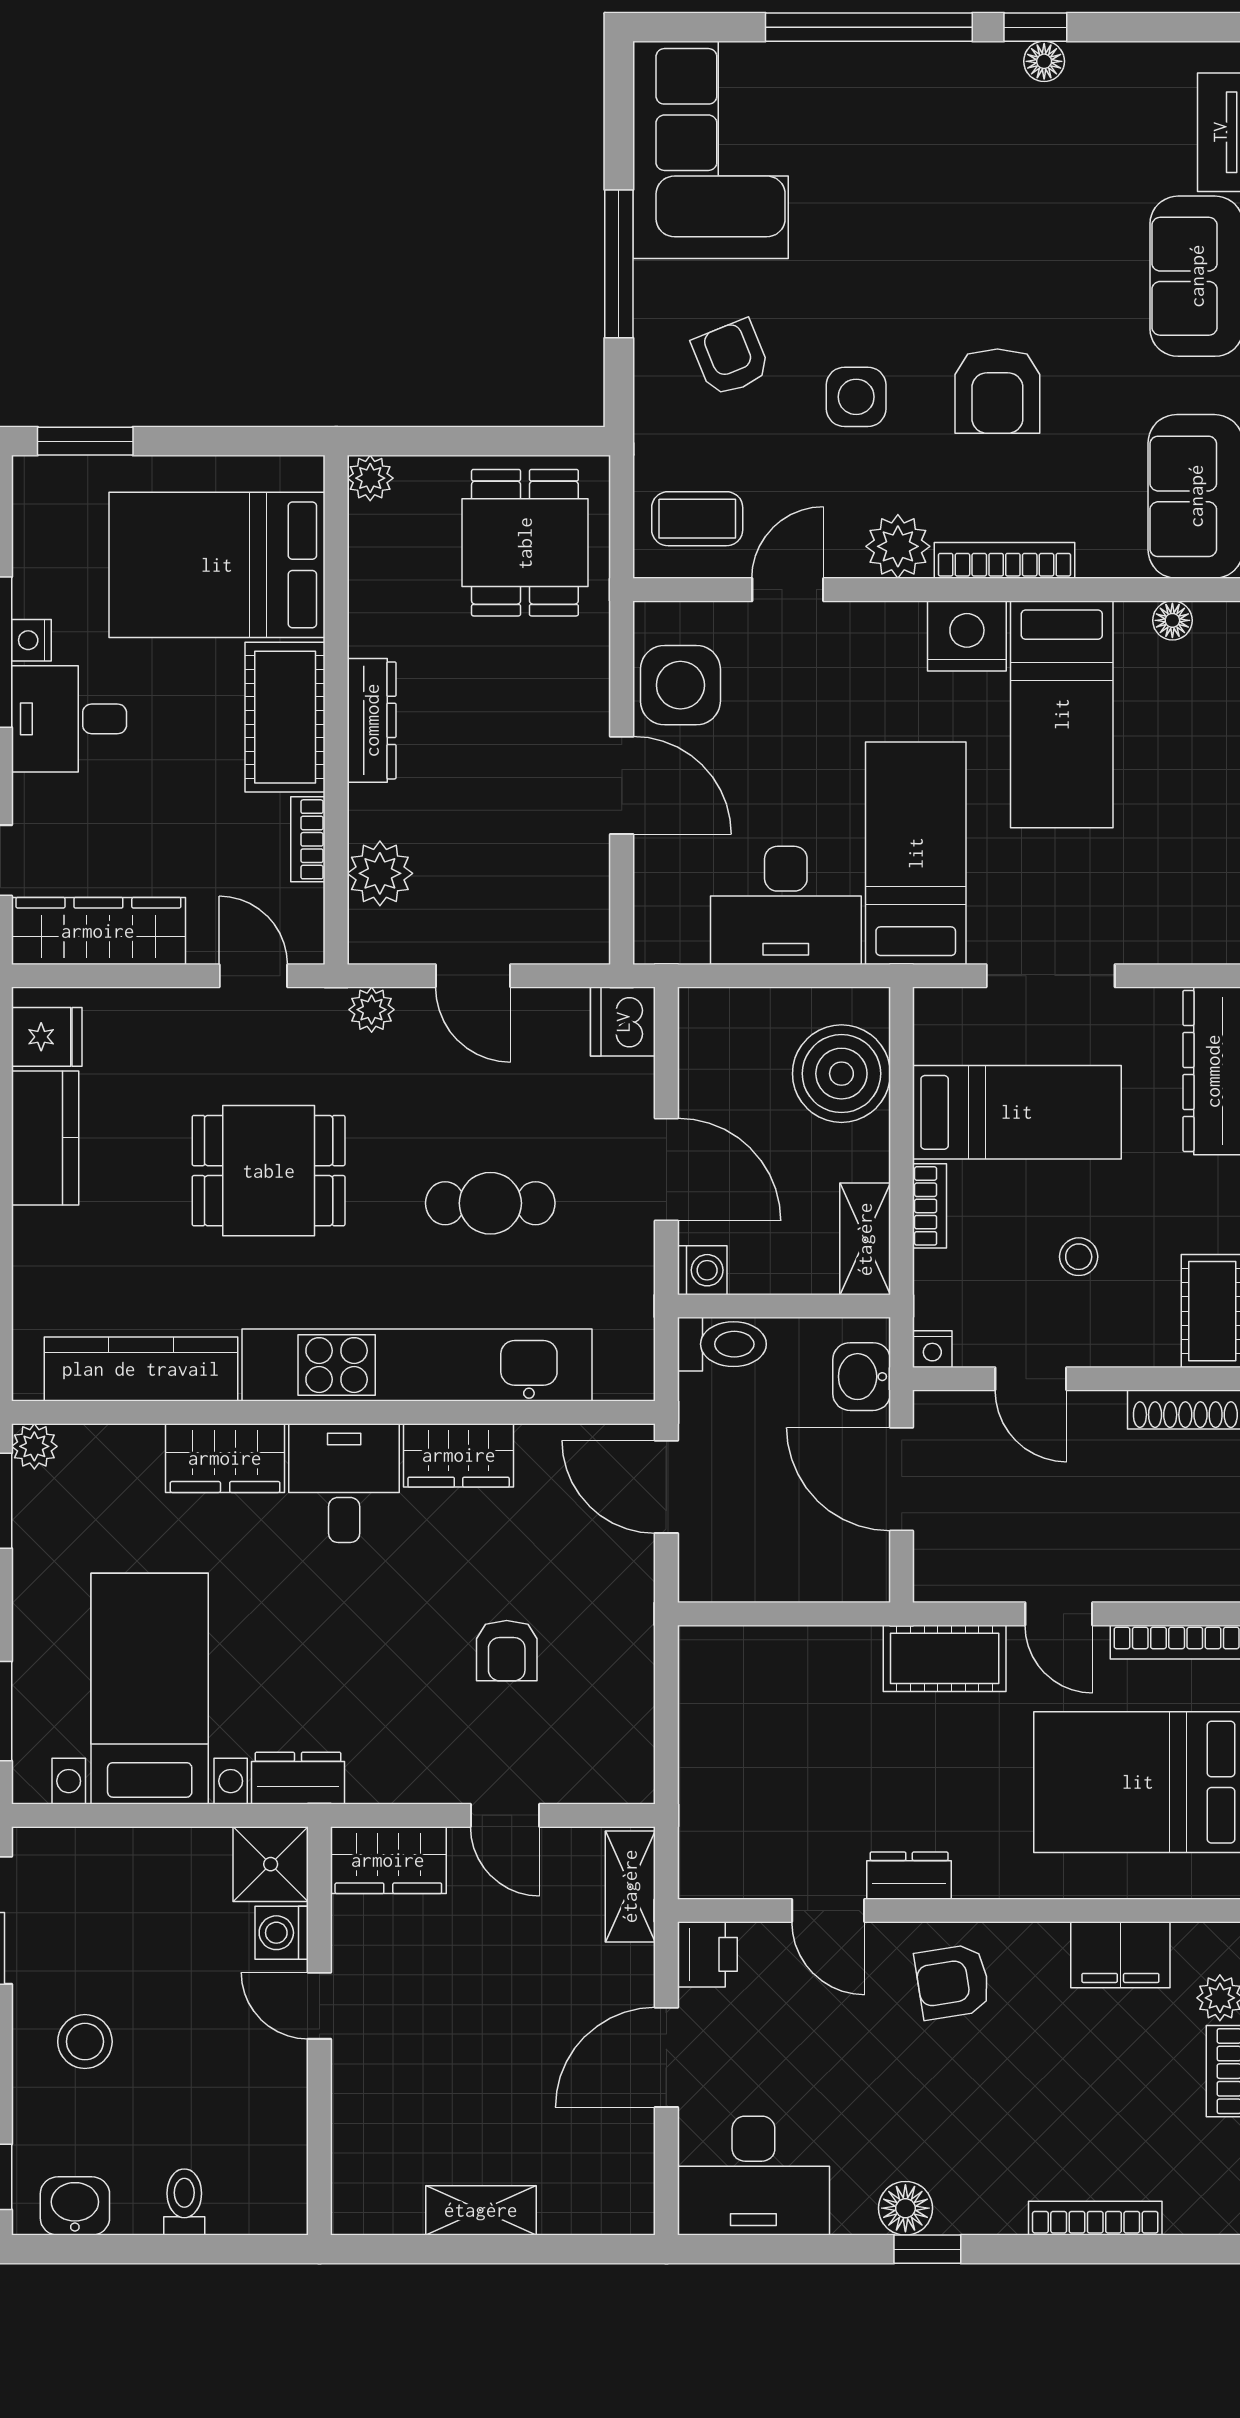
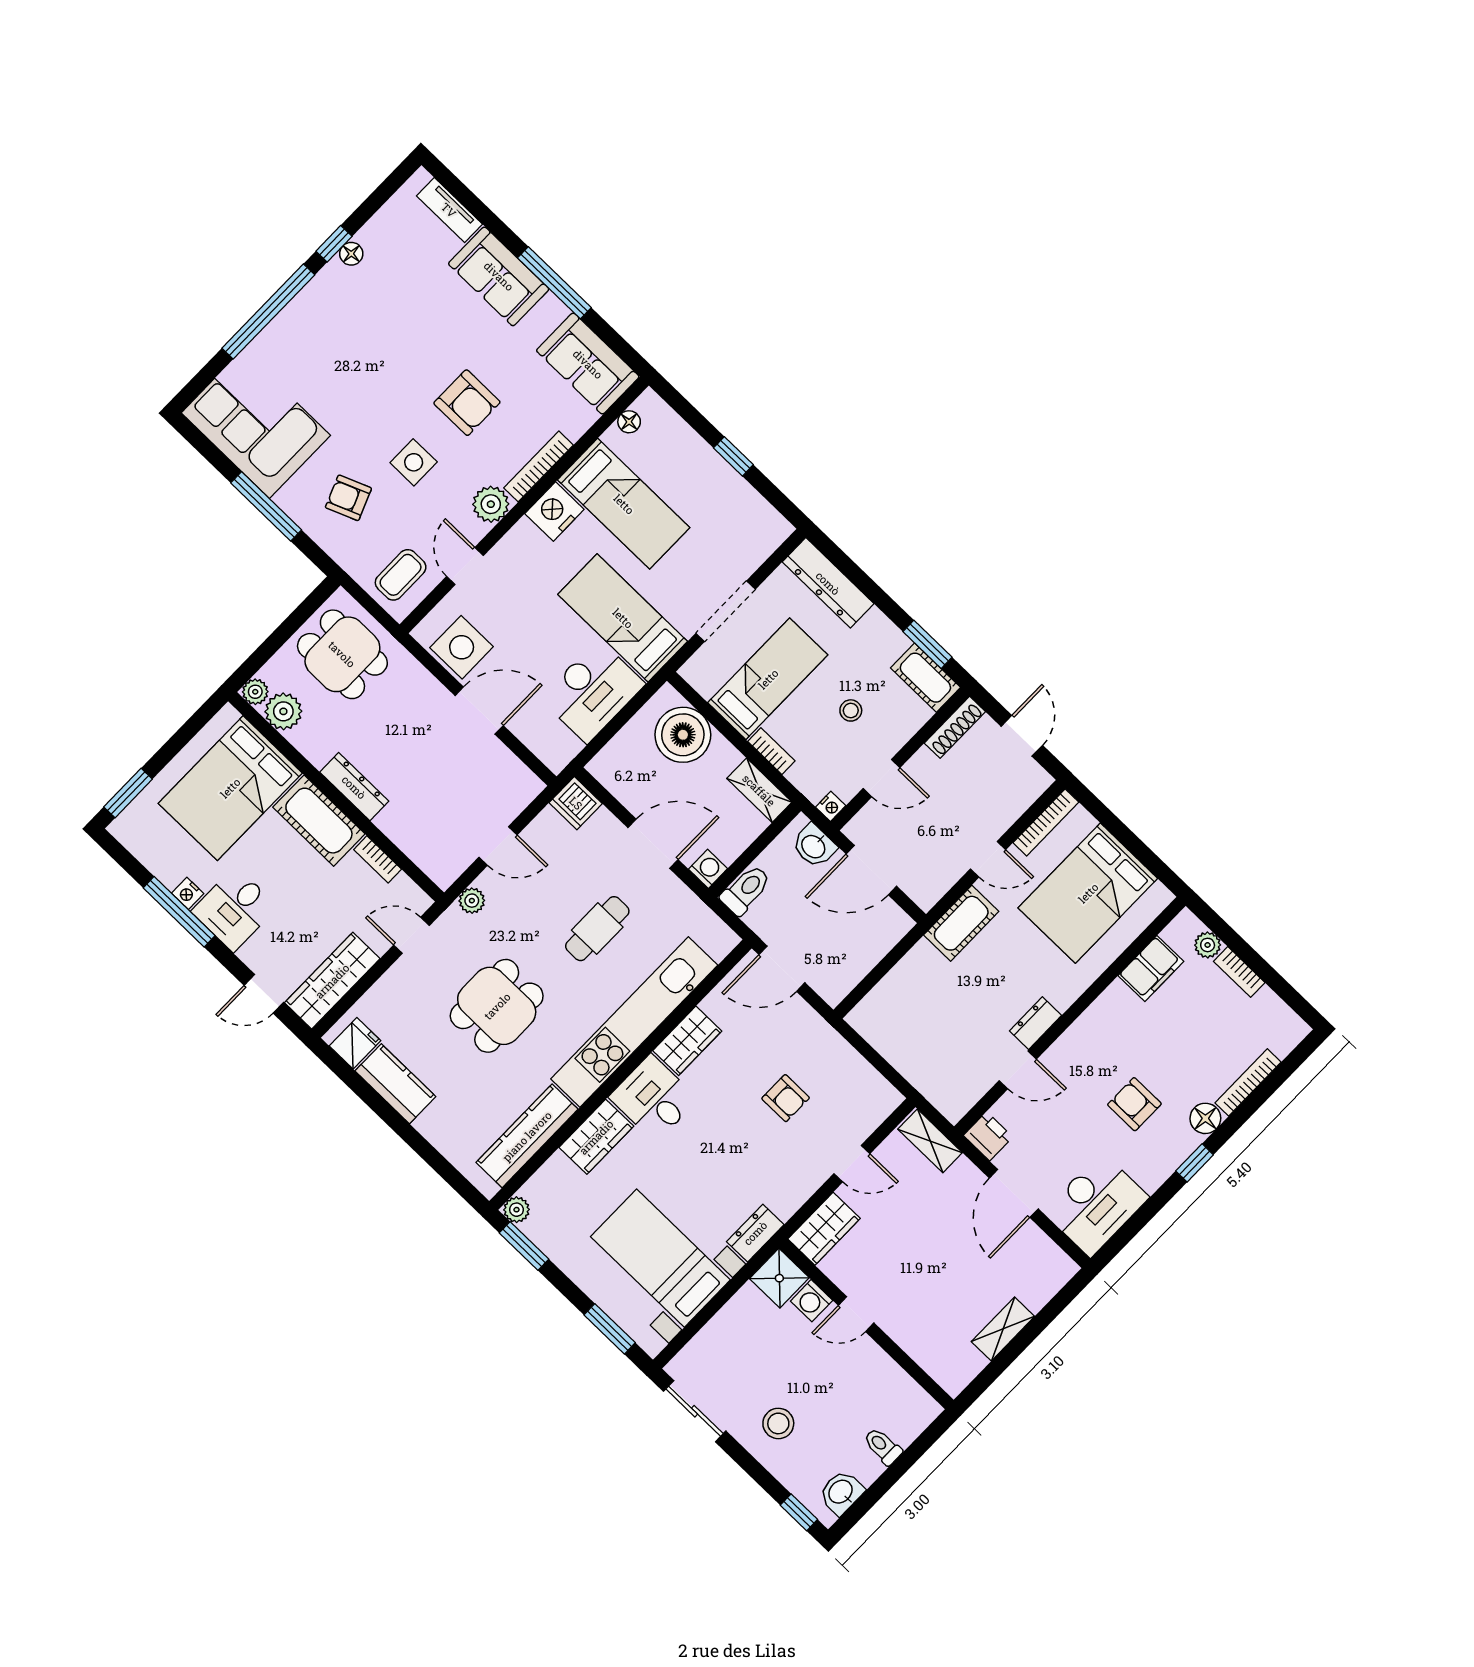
plant: (380, 873) -> (283, 711), moved
armchair: (953, 1982) -> (1134, 1104), moved, turned 99
floor lamp: (905, 2208) -> (1205, 1118), moved

